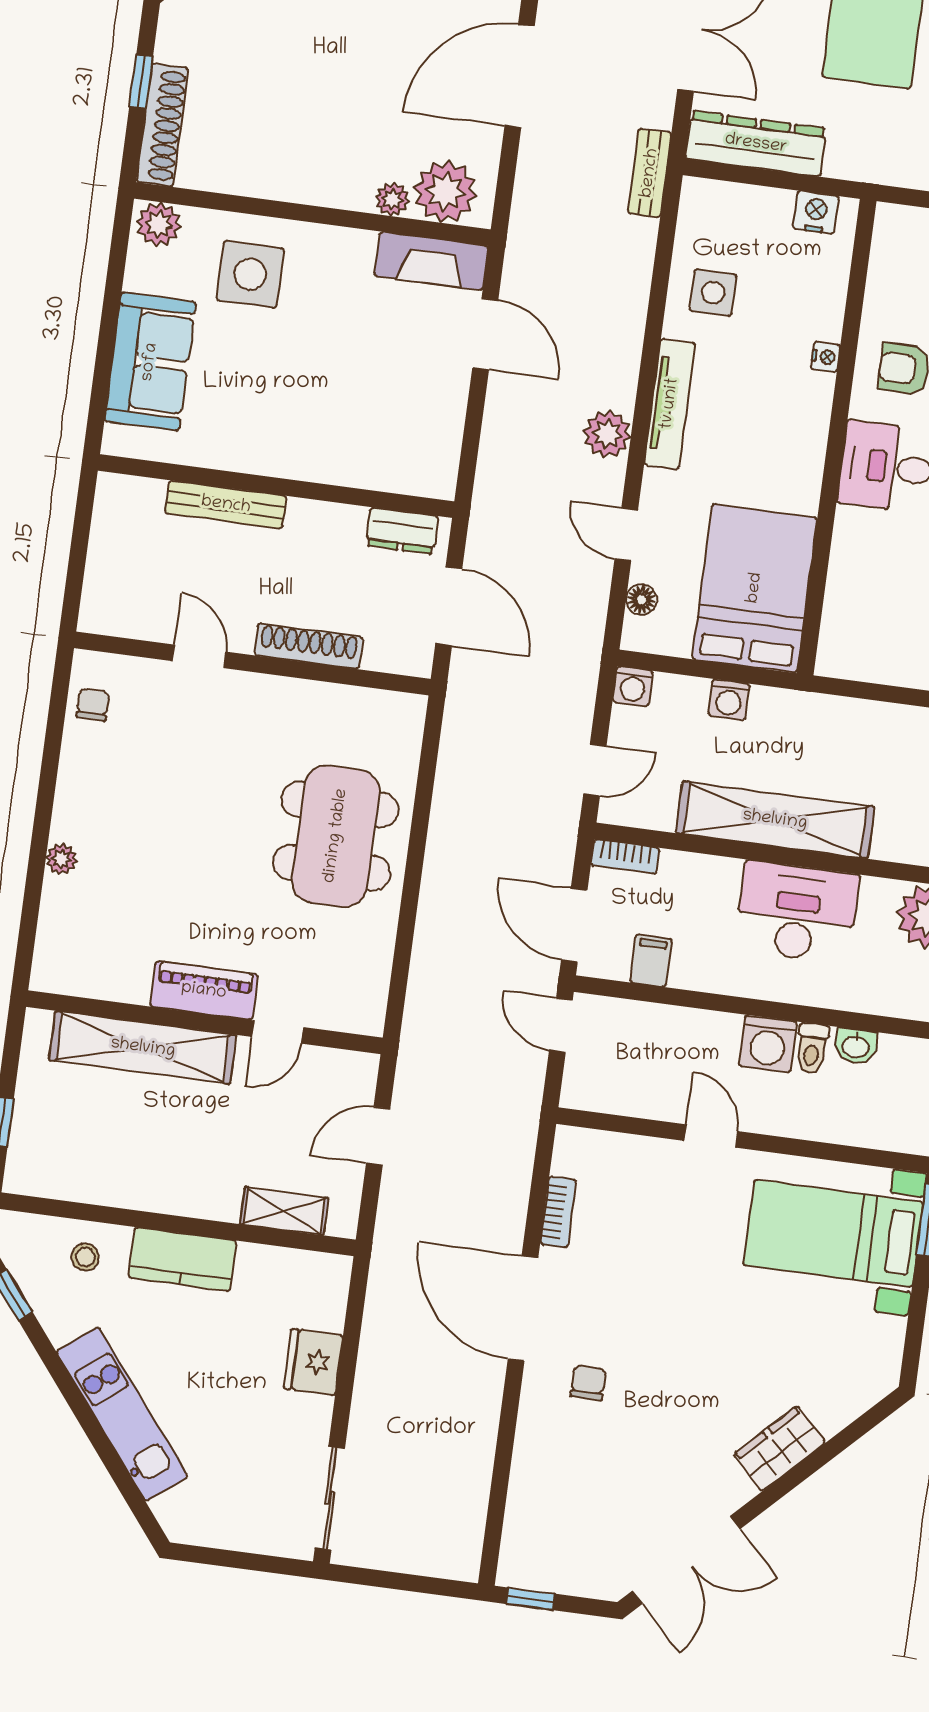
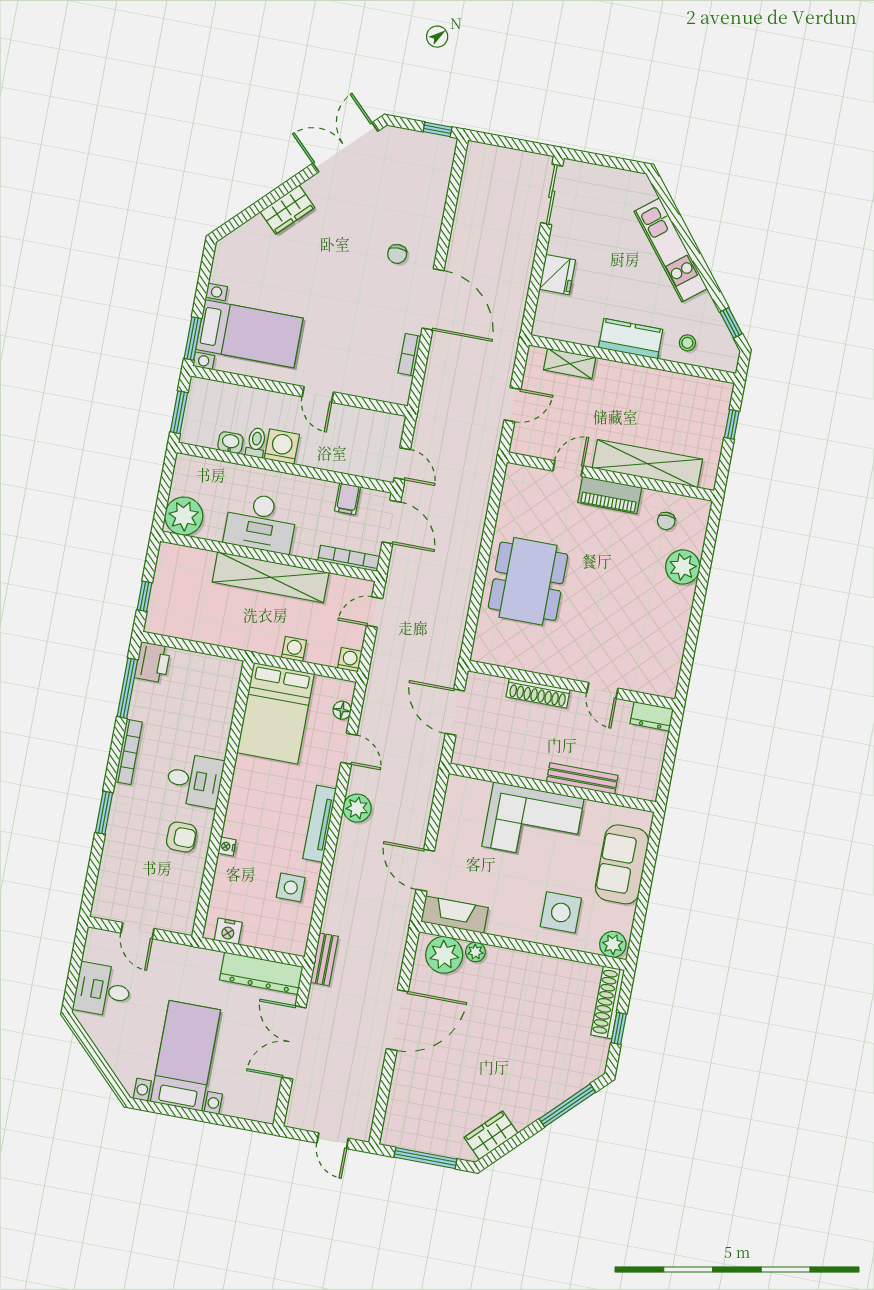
corner sofa: (306, 425) -> (533, 822), added
dresser: (402, 531) -> (652, 716), moved, turned 180
chair: (93, 705) -> (666, 521), moved
bookcase: (625, 857) -> (349, 558), width x1.56
plant: (61, 859) -> (683, 567), width x1.88, depth x1.88

